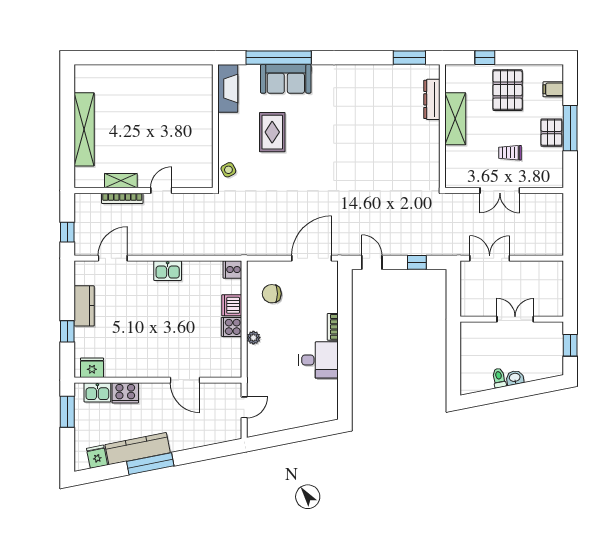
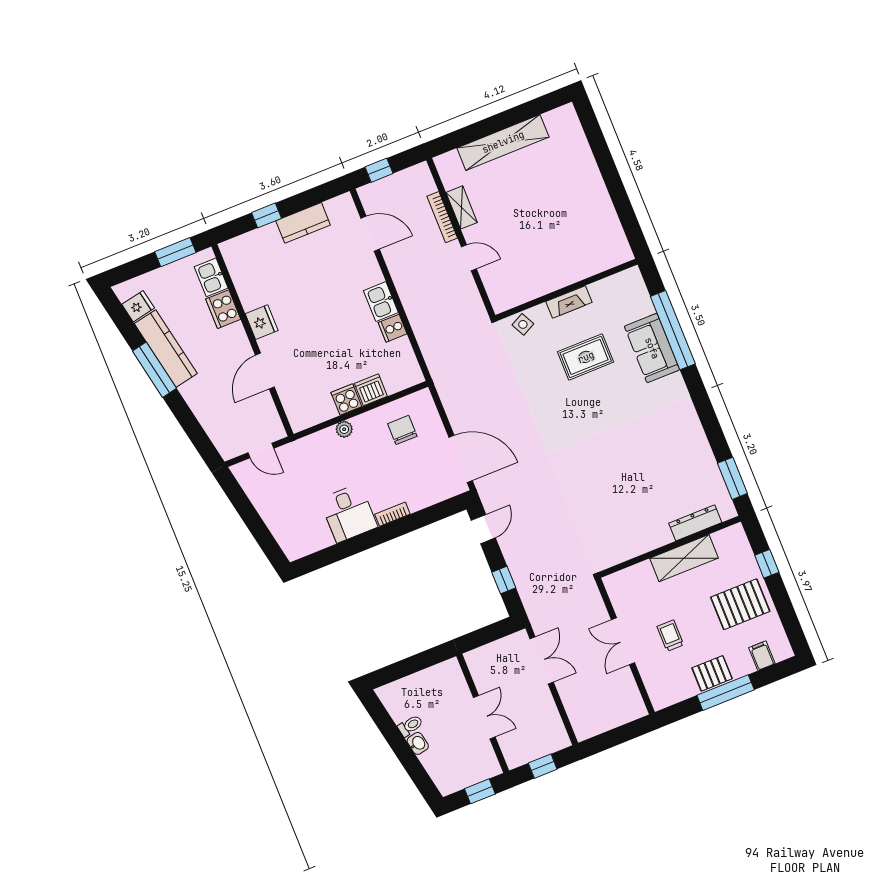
fireplace: (228, 89) -> (569, 302), moved, width x0.73, depth x0.76
cooker: (232, 270) -> (393, 328), moved, turned -90
window: (570, 290) -> (543, 766), added
fridge: (92, 368) -> (262, 322), moved

